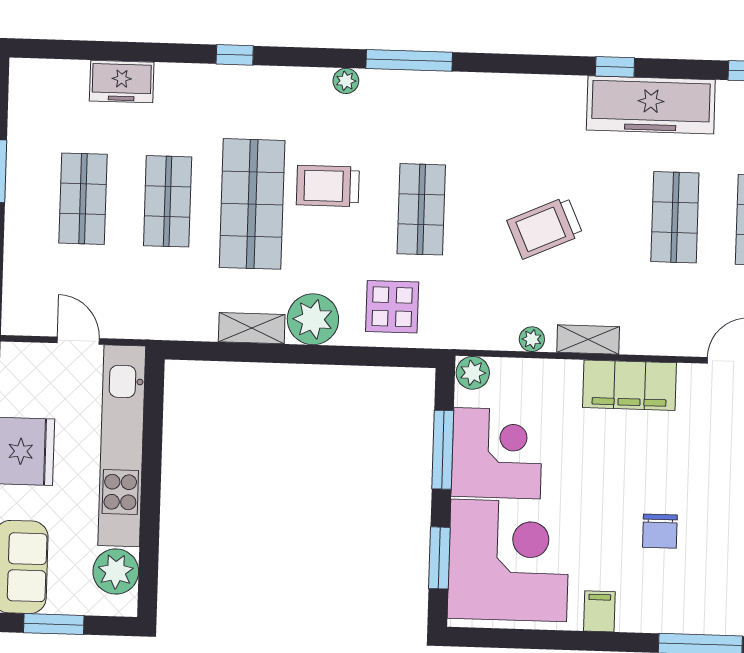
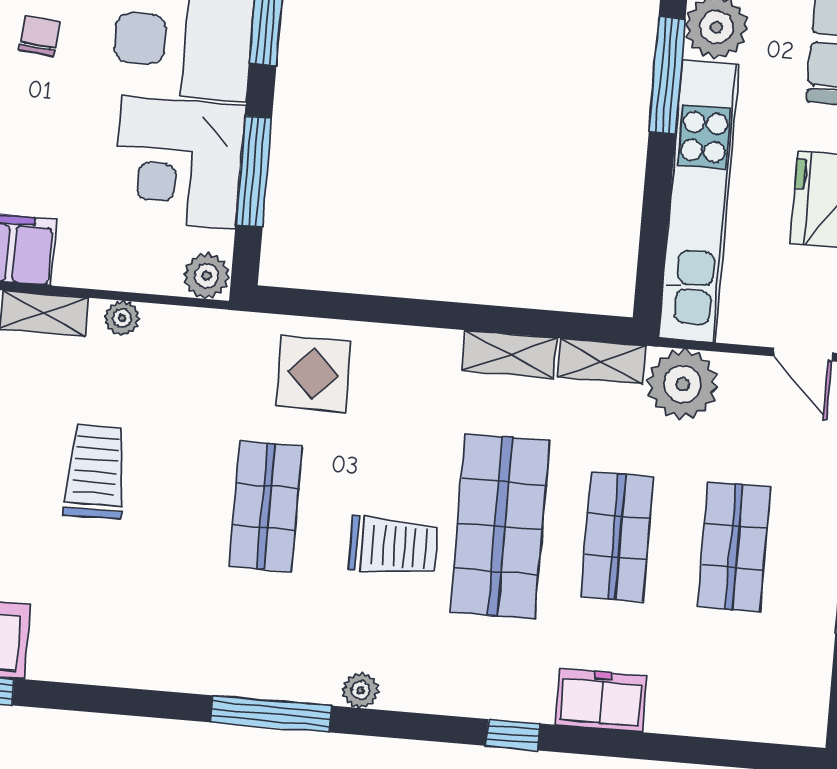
freezer: (122, 82) -> (601, 700), moved
trolley: (545, 228) -> (95, 472), turned -66
plant: (313, 319) -> (682, 384), moved
shelving: (185, 327) -> (602, 361), added
door: (78, 341) -> (803, 355), moved
window: (149, 535) -> (667, 75), added
chair: (602, 539) -> (39, 36), added

